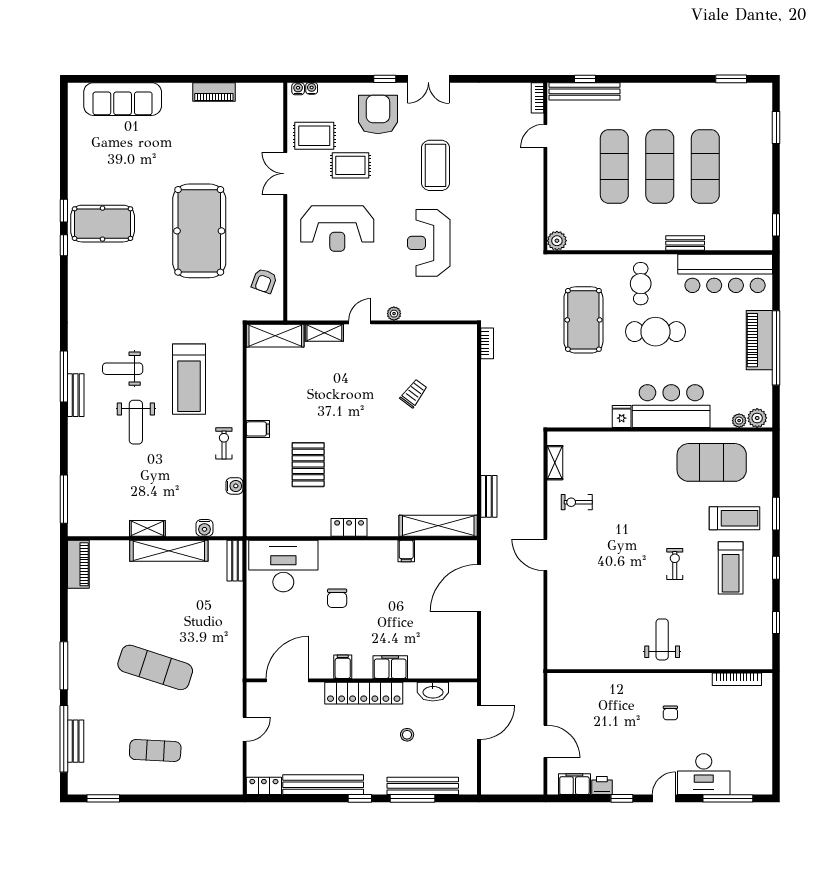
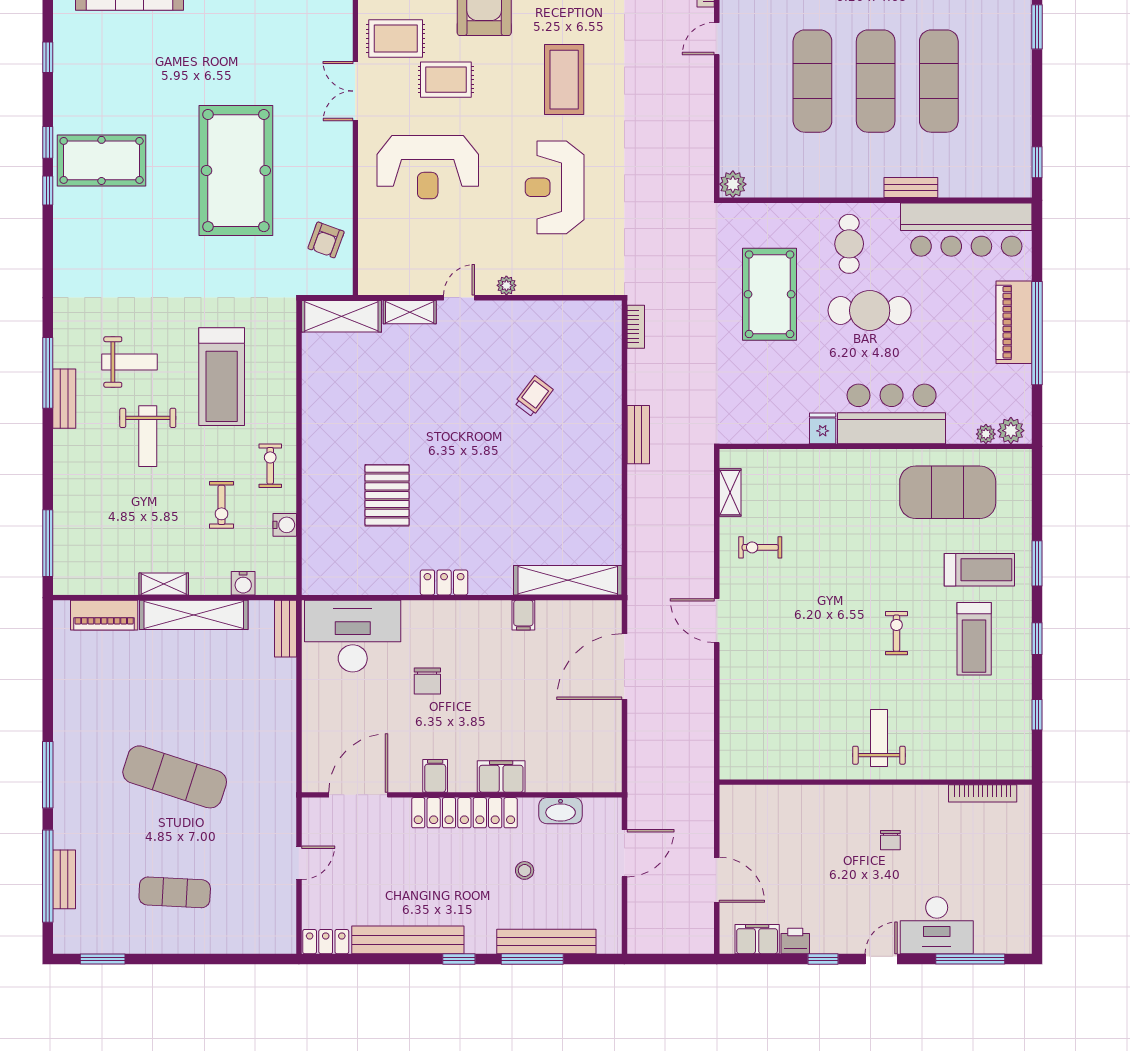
window: (64, 149) -> (48, 57), added
weight bench: (123, 369) -> (129, 362), turned 180
filing cabinet: (258, 429) -> (317, 446), removed
exercise bike: (189, 472) -> (222, 505), added
bench: (489, 496) -> (638, 435), moved
piano: (78, 564) -> (104, 615), moved, turned 90

